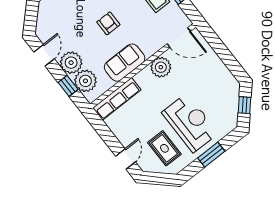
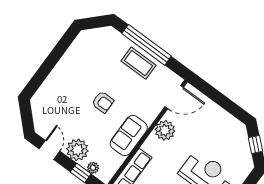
armchair: (108, 23) -> (103, 102), turned 180
plant: (85, 81) -> (93, 168), width x0.53, depth x0.53

